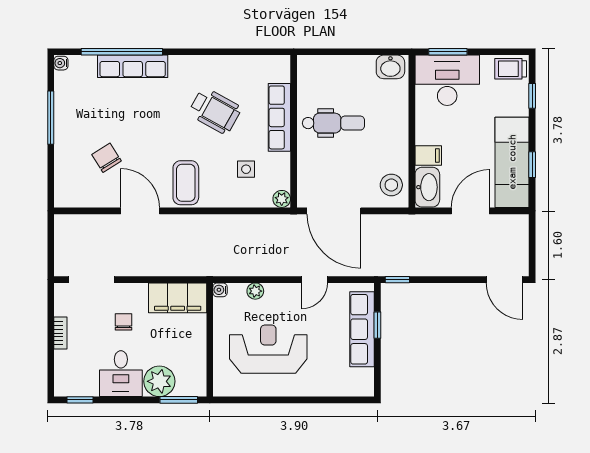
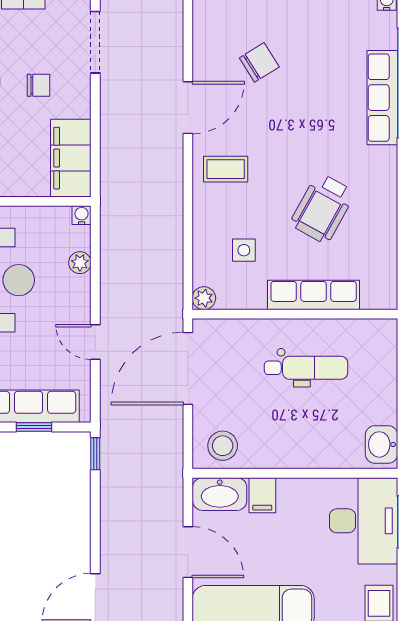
dental chair: (333, 123) -> (306, 368), turned -90
coffee table: (186, 183) -> (226, 169), width x0.73, depth x0.77

